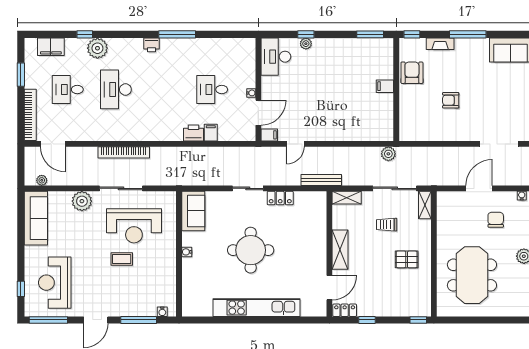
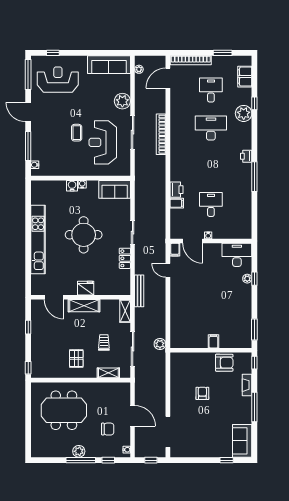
shelving: (425, 205) -> (108, 373), moved
fridge: (318, 247) -> (86, 288), added
water cooler: (189, 265) -> (72, 186), added
locker: (345, 310) -> (36, 309), removed

